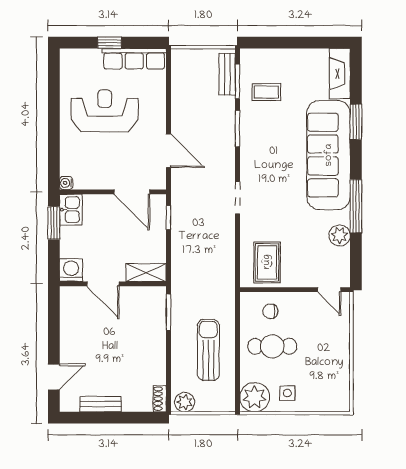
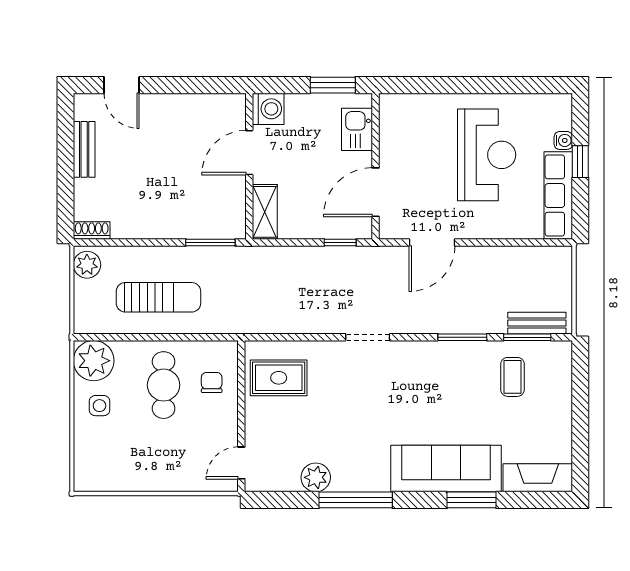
sofa: (329, 155) -> (446, 469), width x0.74, depth x0.79
water cooler: (66, 183) -> (563, 140), moved, turned 90
kitchen sink: (71, 210) -> (357, 129), moved, turned 90

